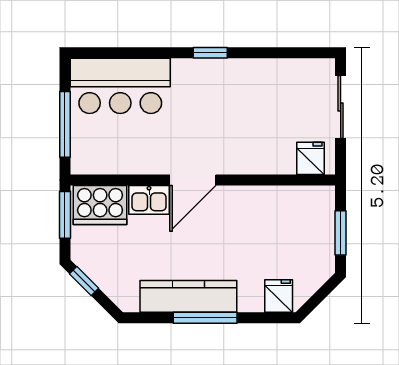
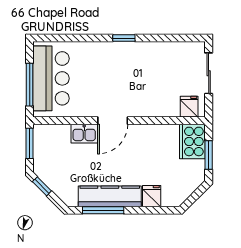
bar counter: (120, 86) -> (51, 78), moved, turned -90
cooker: (100, 205) -> (192, 141), moved, turned 90
fridge: (279, 296) -> (152, 196), moved
window: (205, 318) -> (103, 210), moved

